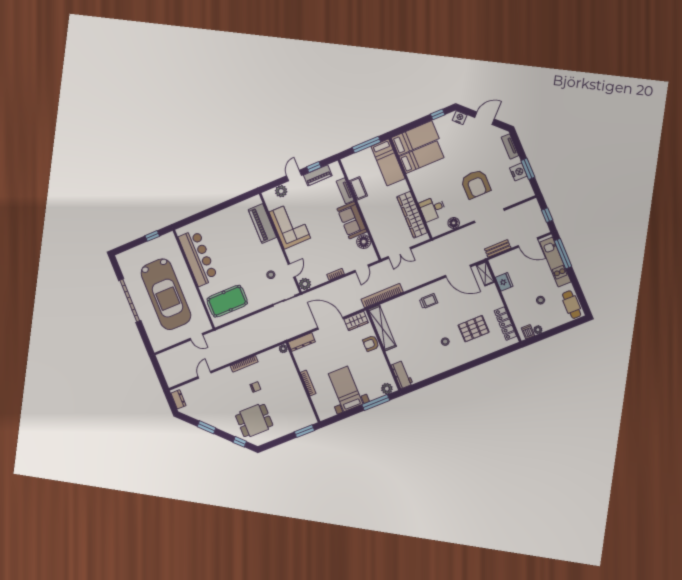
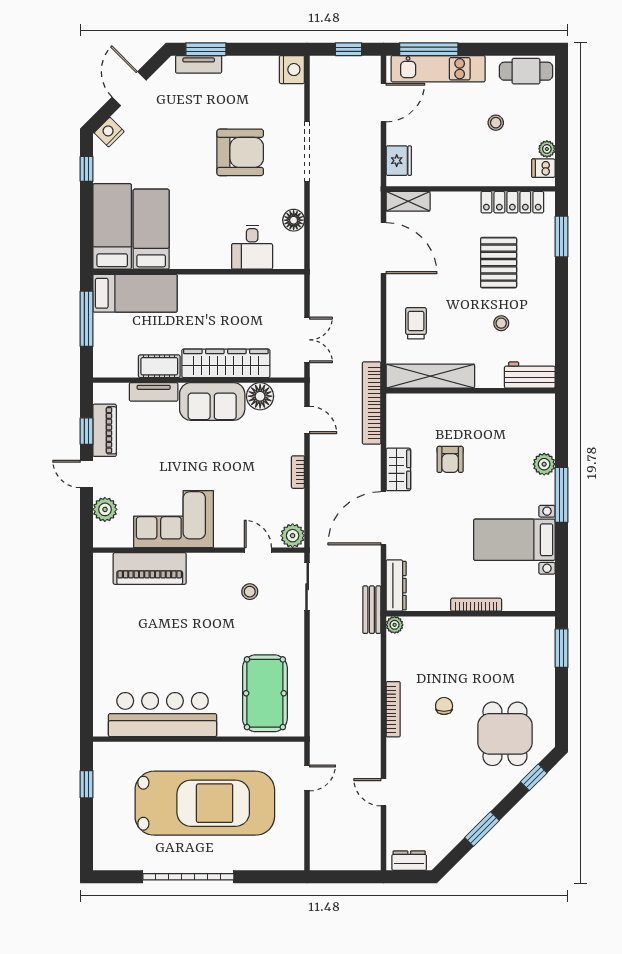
window: (528, 169) -> (206, 49), moved
nightstand: (518, 172) -> (292, 70), moved, turned 90
wardrobe: (412, 215) -> (226, 363), moved, turned 180
bench: (498, 248) -> (372, 610), moved
door: (458, 271) -> (384, 248), hinge flipped
fridge: (504, 282) -> (399, 161), moved, turned 90
shelving: (382, 328) -> (430, 376), moved
wall: (383, 350) -> (471, 391), moved
window: (499, 354) -> (562, 236), added
workbench: (402, 375) -> (530, 375), moved

